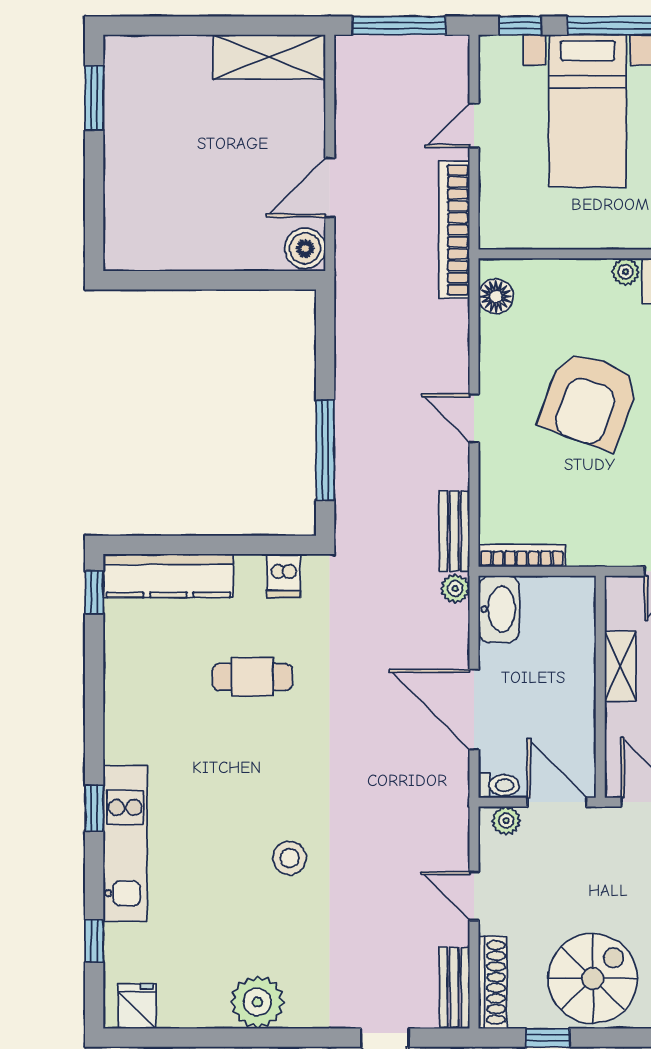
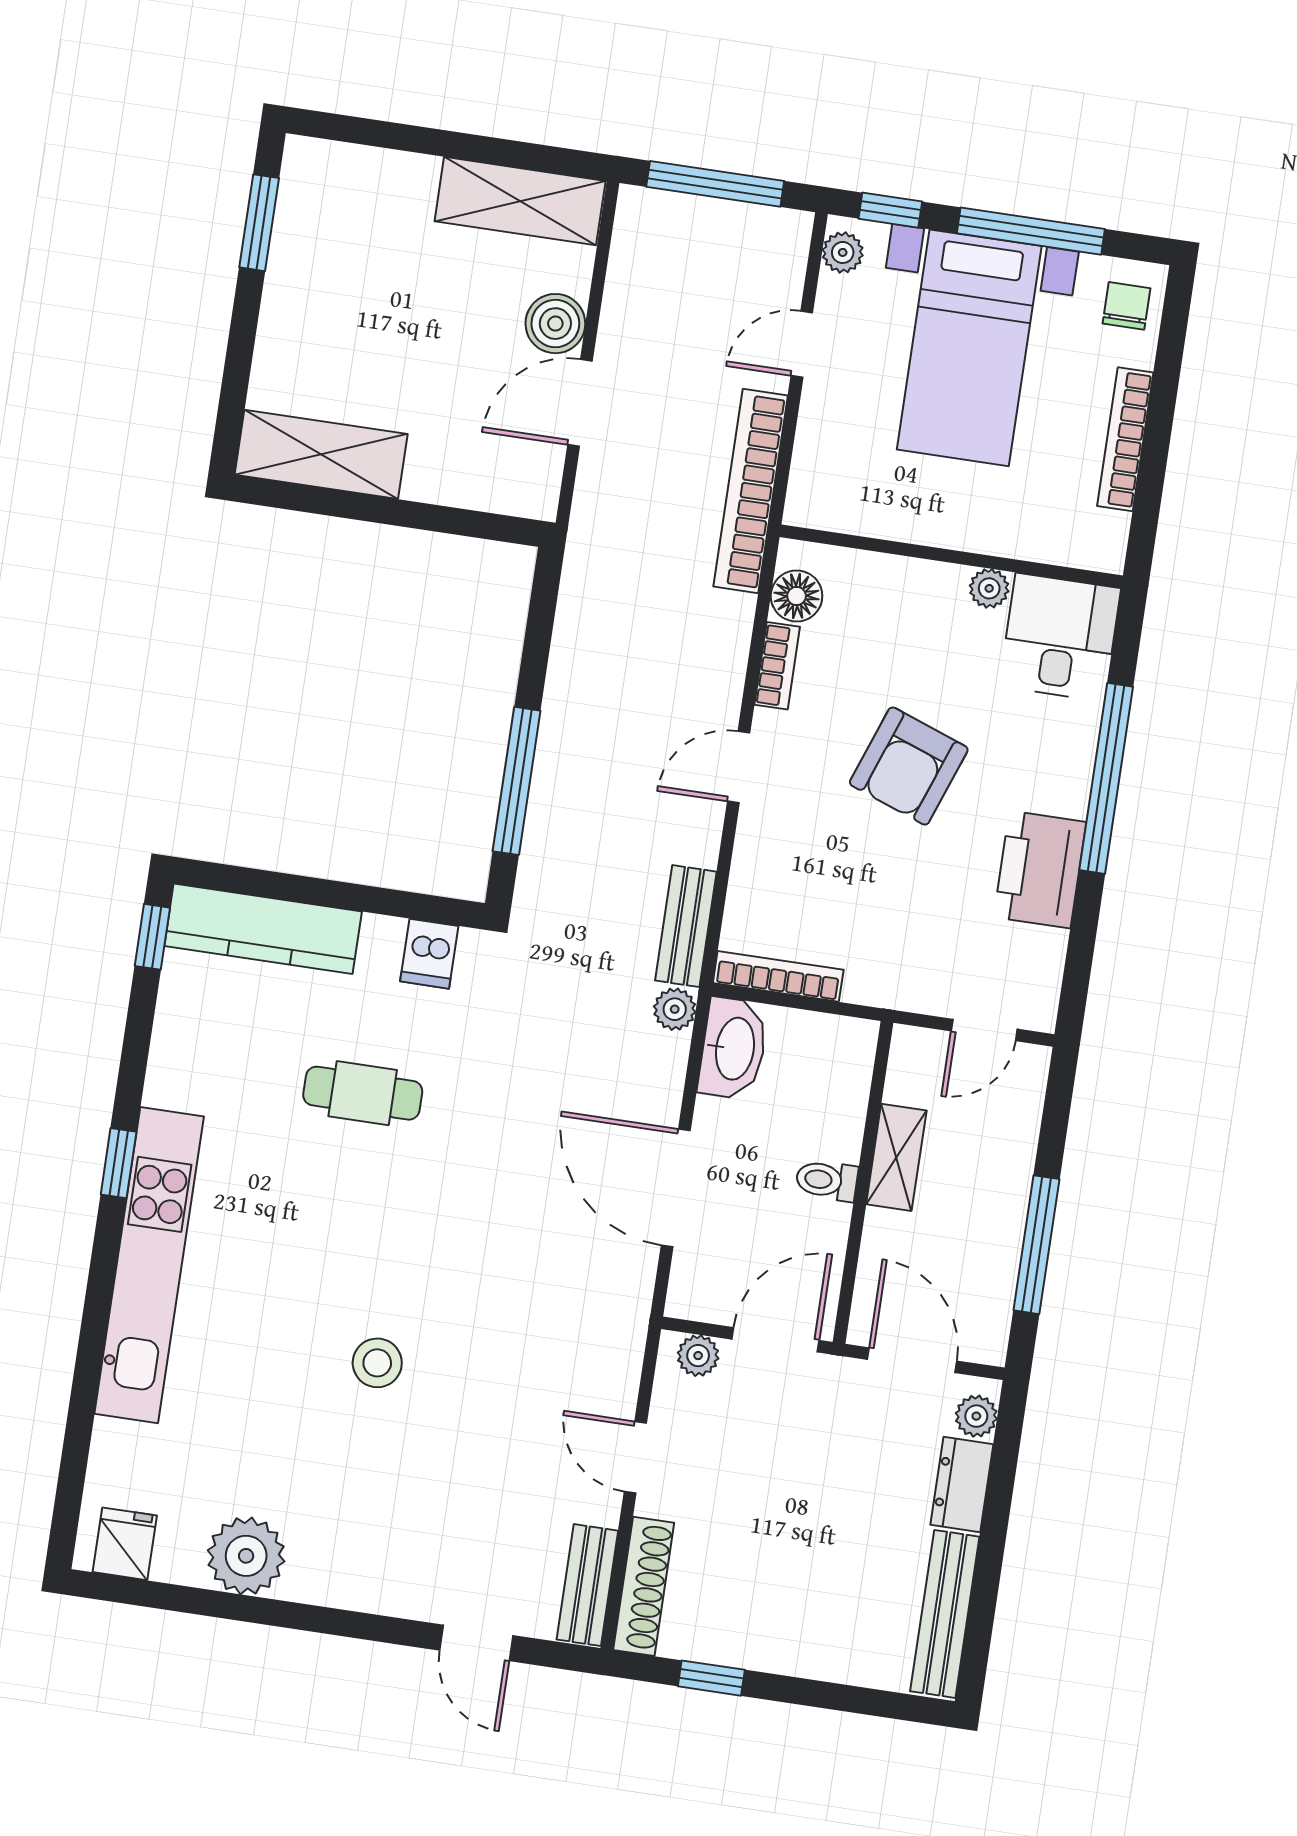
plant: (492, 59) -> (843, 252), added
boiler: (305, 248) -> (555, 324), moved
shelving: (160, 249) -> (321, 454), added
bookcase: (490, 346) -> (777, 666), added
armchair: (589, 400) -> (909, 766), width x0.73, depth x0.73
door: (474, 418) -> (739, 767), hinge flipped
toilet: (499, 785) -> (827, 1180), moved, turned 180
door: (557, 802) -> (776, 1340), hinge flipped
window: (94, 808) -> (119, 1163), moved
kitchen unit: (125, 843) -> (149, 1265), width x1.36
window: (94, 941) -> (77, 1440), removed
spiral stairs: (593, 978) -> (789, 1602), removed
plant: (257, 1002) -> (246, 1556), moved

